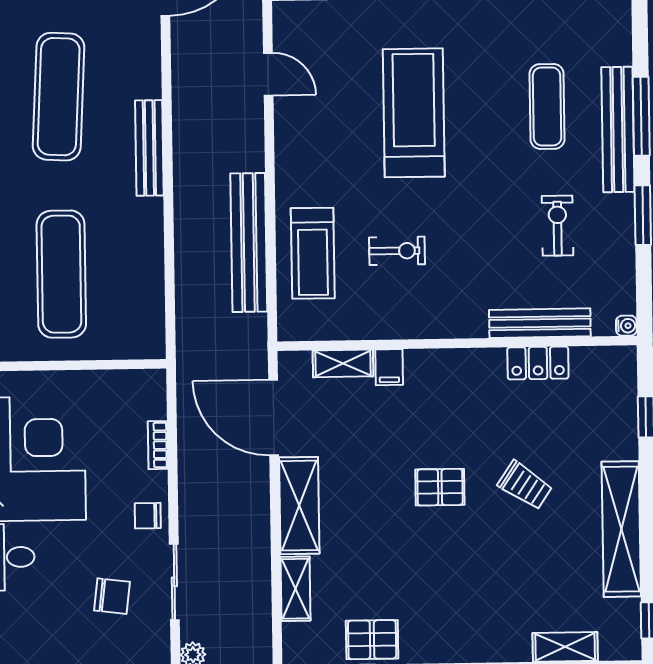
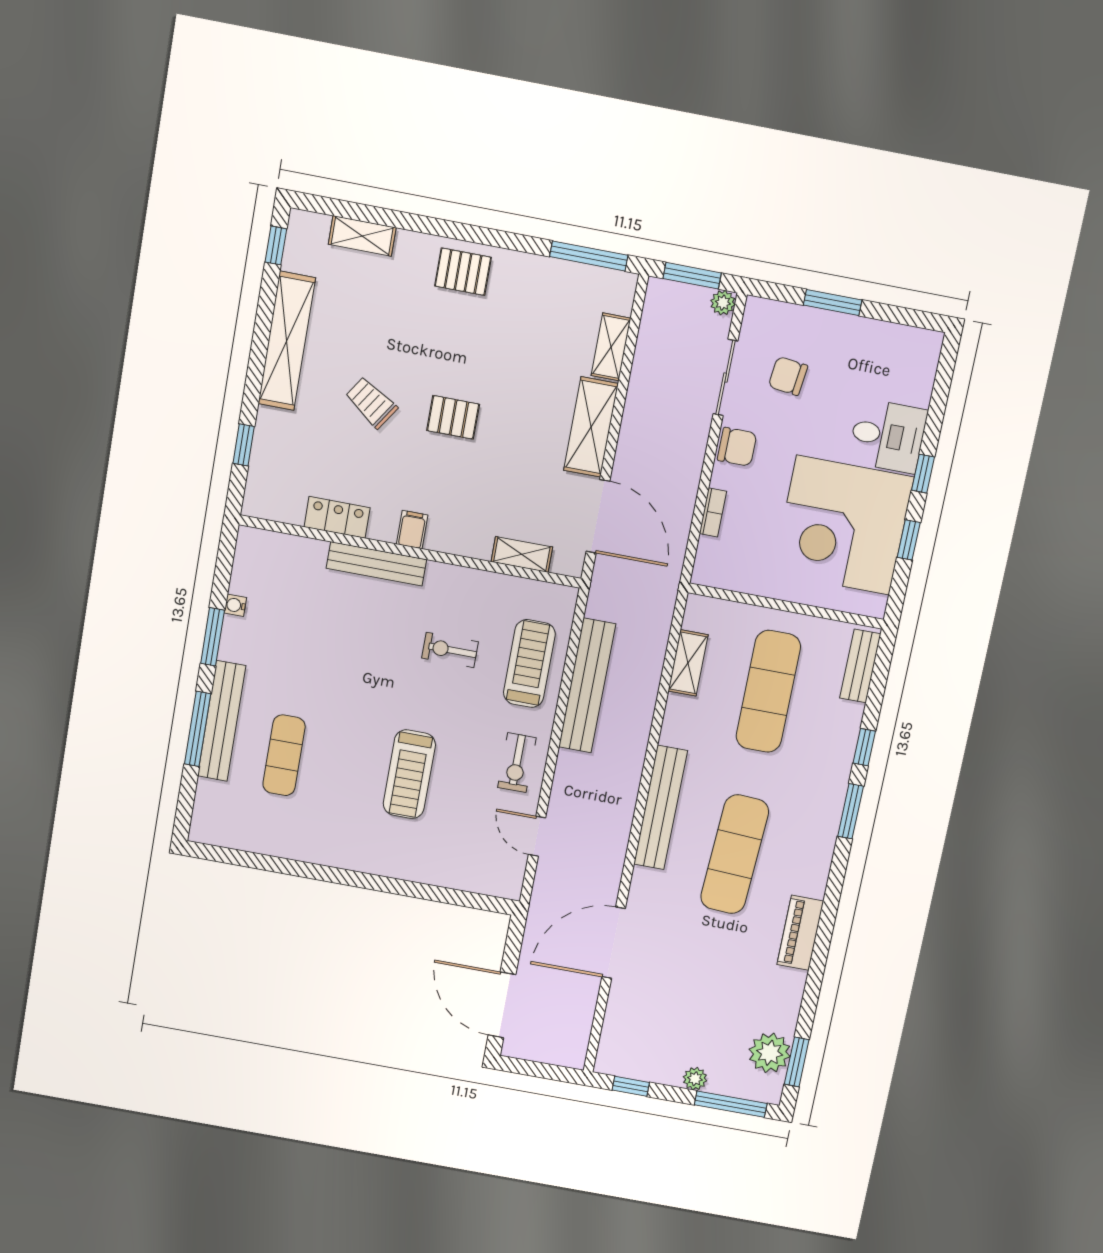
treadmill: (414, 113) -> (409, 774), width x0.73, depth x0.73
bench: (149, 148) -> (661, 808), width x1.37, depth x1.21
exercise bike: (558, 226) -> (517, 763), moved
shelving: (150, 287) -> (688, 663), added
bench: (540, 323) -> (376, 564), moved
water cooler: (626, 326) -> (235, 605), moved
filing cabinet: (389, 367) -> (412, 530), moved
chair: (148, 516) -> (737, 447), width x1.37, depth x1.37
pallet: (372, 640) -> (463, 272), moved

